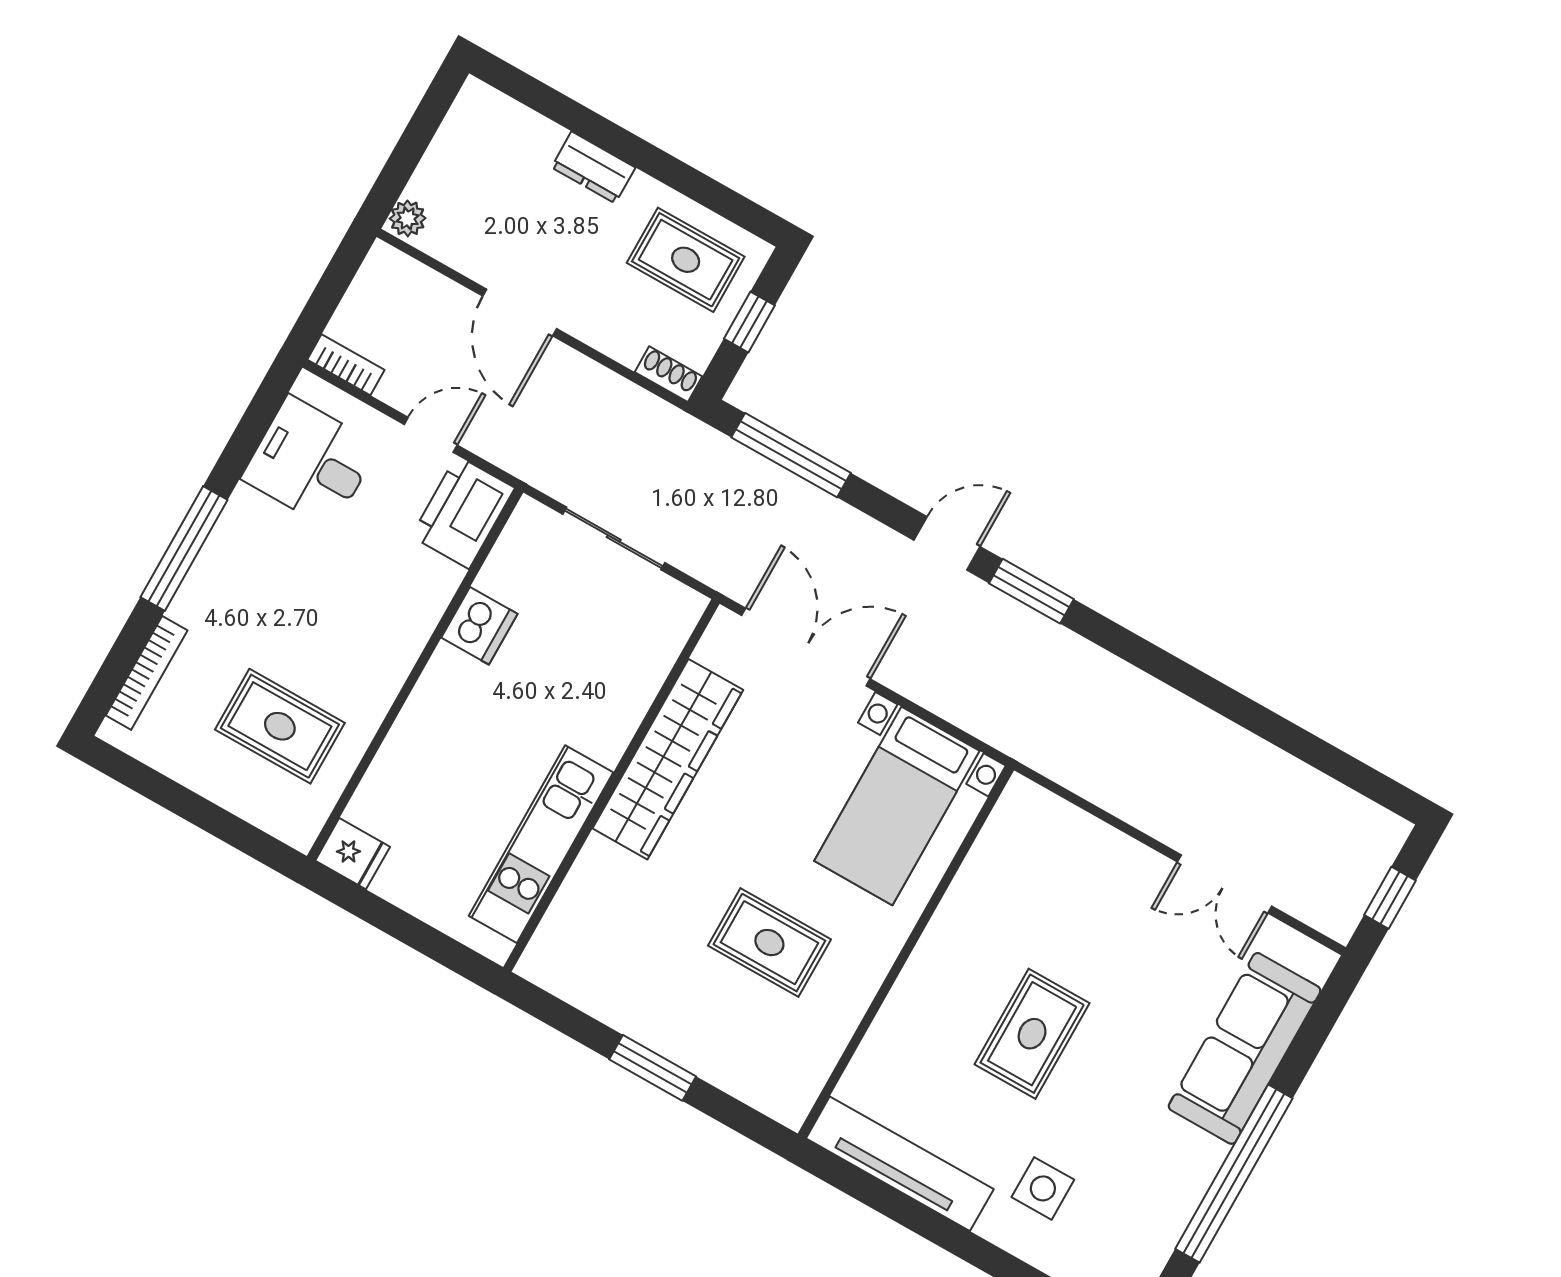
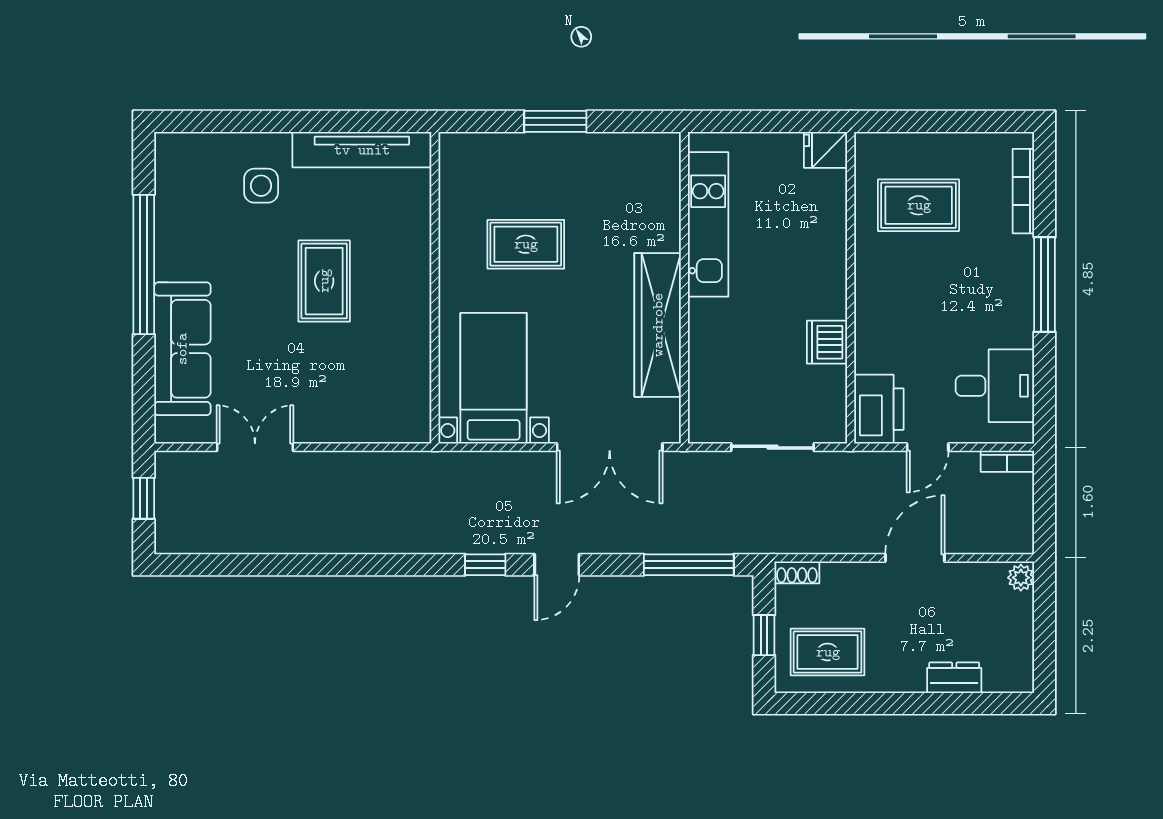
dresser: (593, 167) -> (954, 678), moved
door: (520, 312) -> (915, 558), hinge flipped
window: (1031, 591) -> (485, 565), width x0.67

